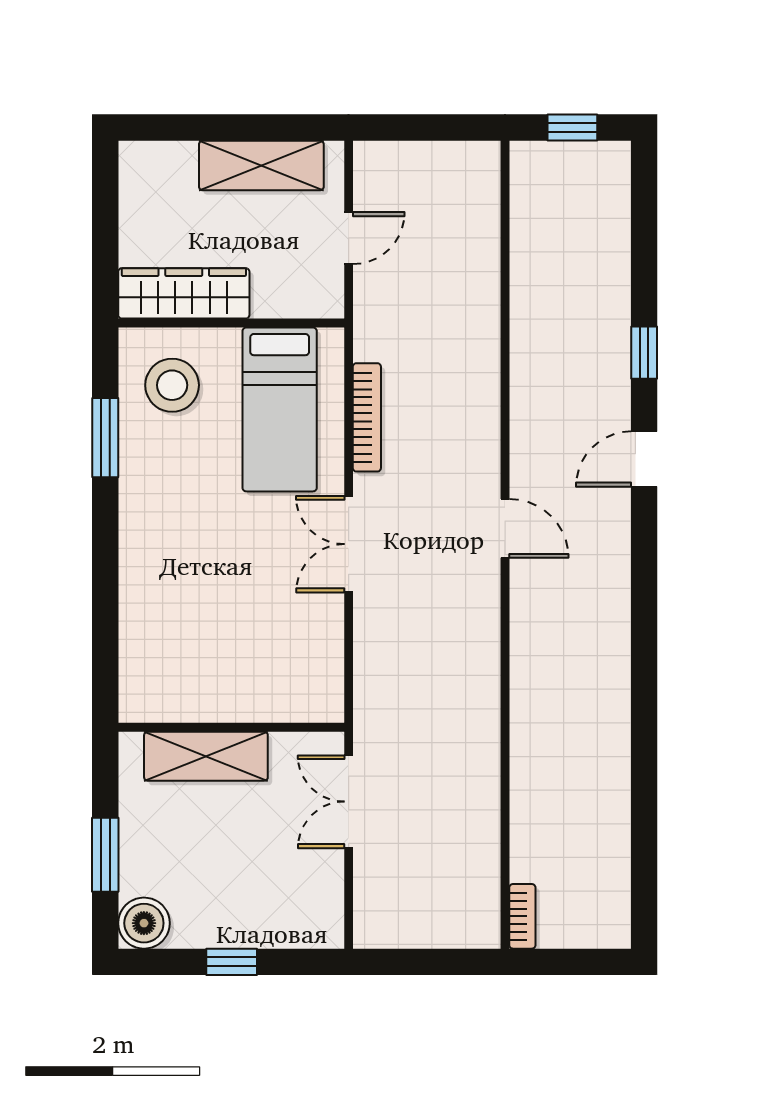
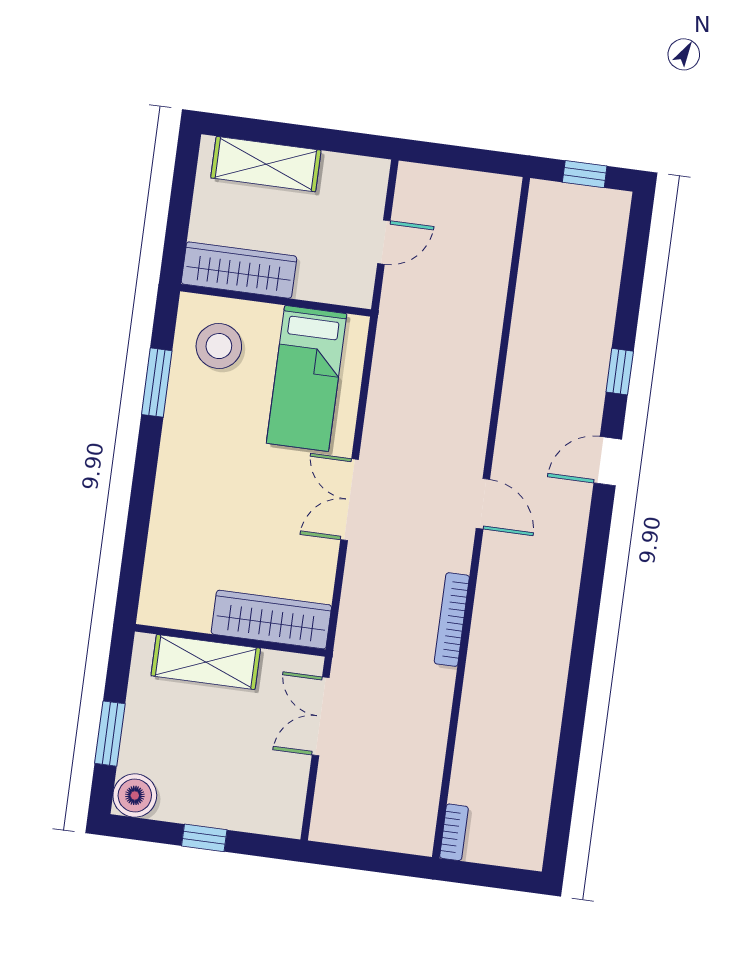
shelving: (261, 165) -> (266, 164), moved
bookcase: (367, 417) -> (452, 620), moved, turned 180
wardrobe: (276, 696) -> (271, 620), added

